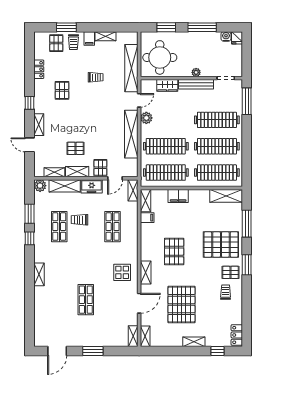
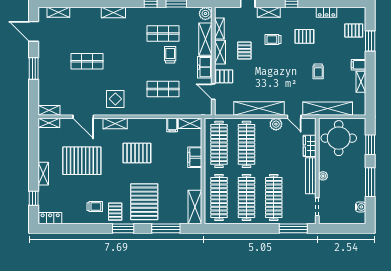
fridge: (237, 38) -> (359, 218), removed
trolley: (73, 42) -> (273, 39), moved
shelving: (133, 190) -> (58, 12), moved

